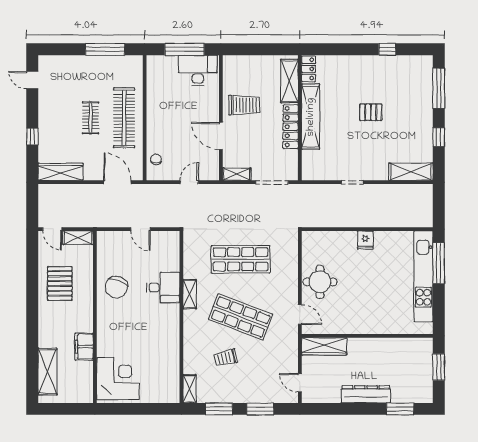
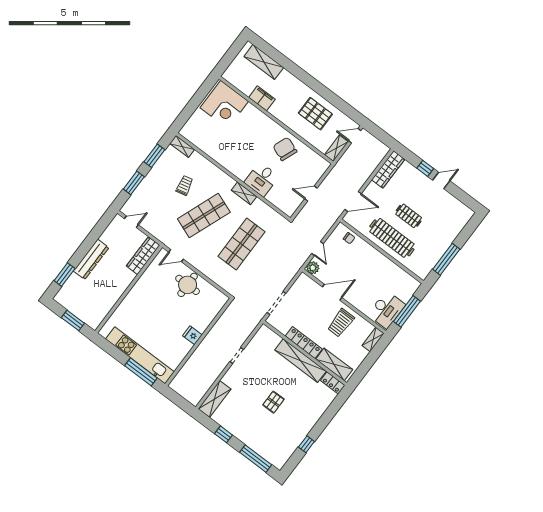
door: (32, 80) -> (441, 181), moved
plant: (211, 173) -> (313, 268), added
shelving: (237, 174) -> (373, 339), moved

